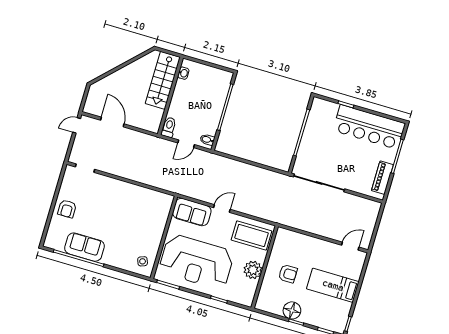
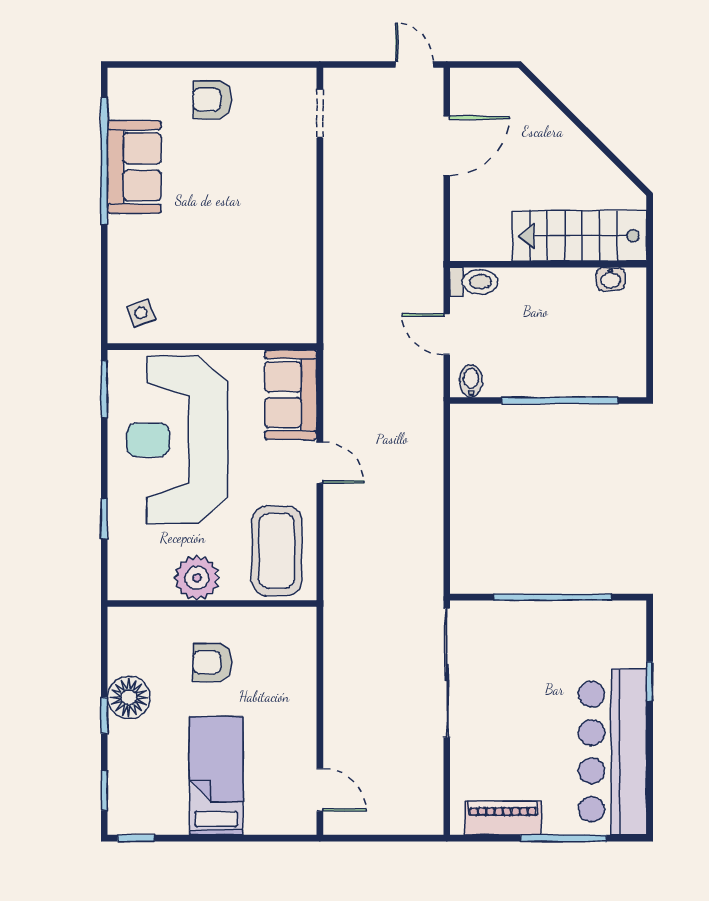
armchair: (288, 274) -> (212, 662), turned 90

